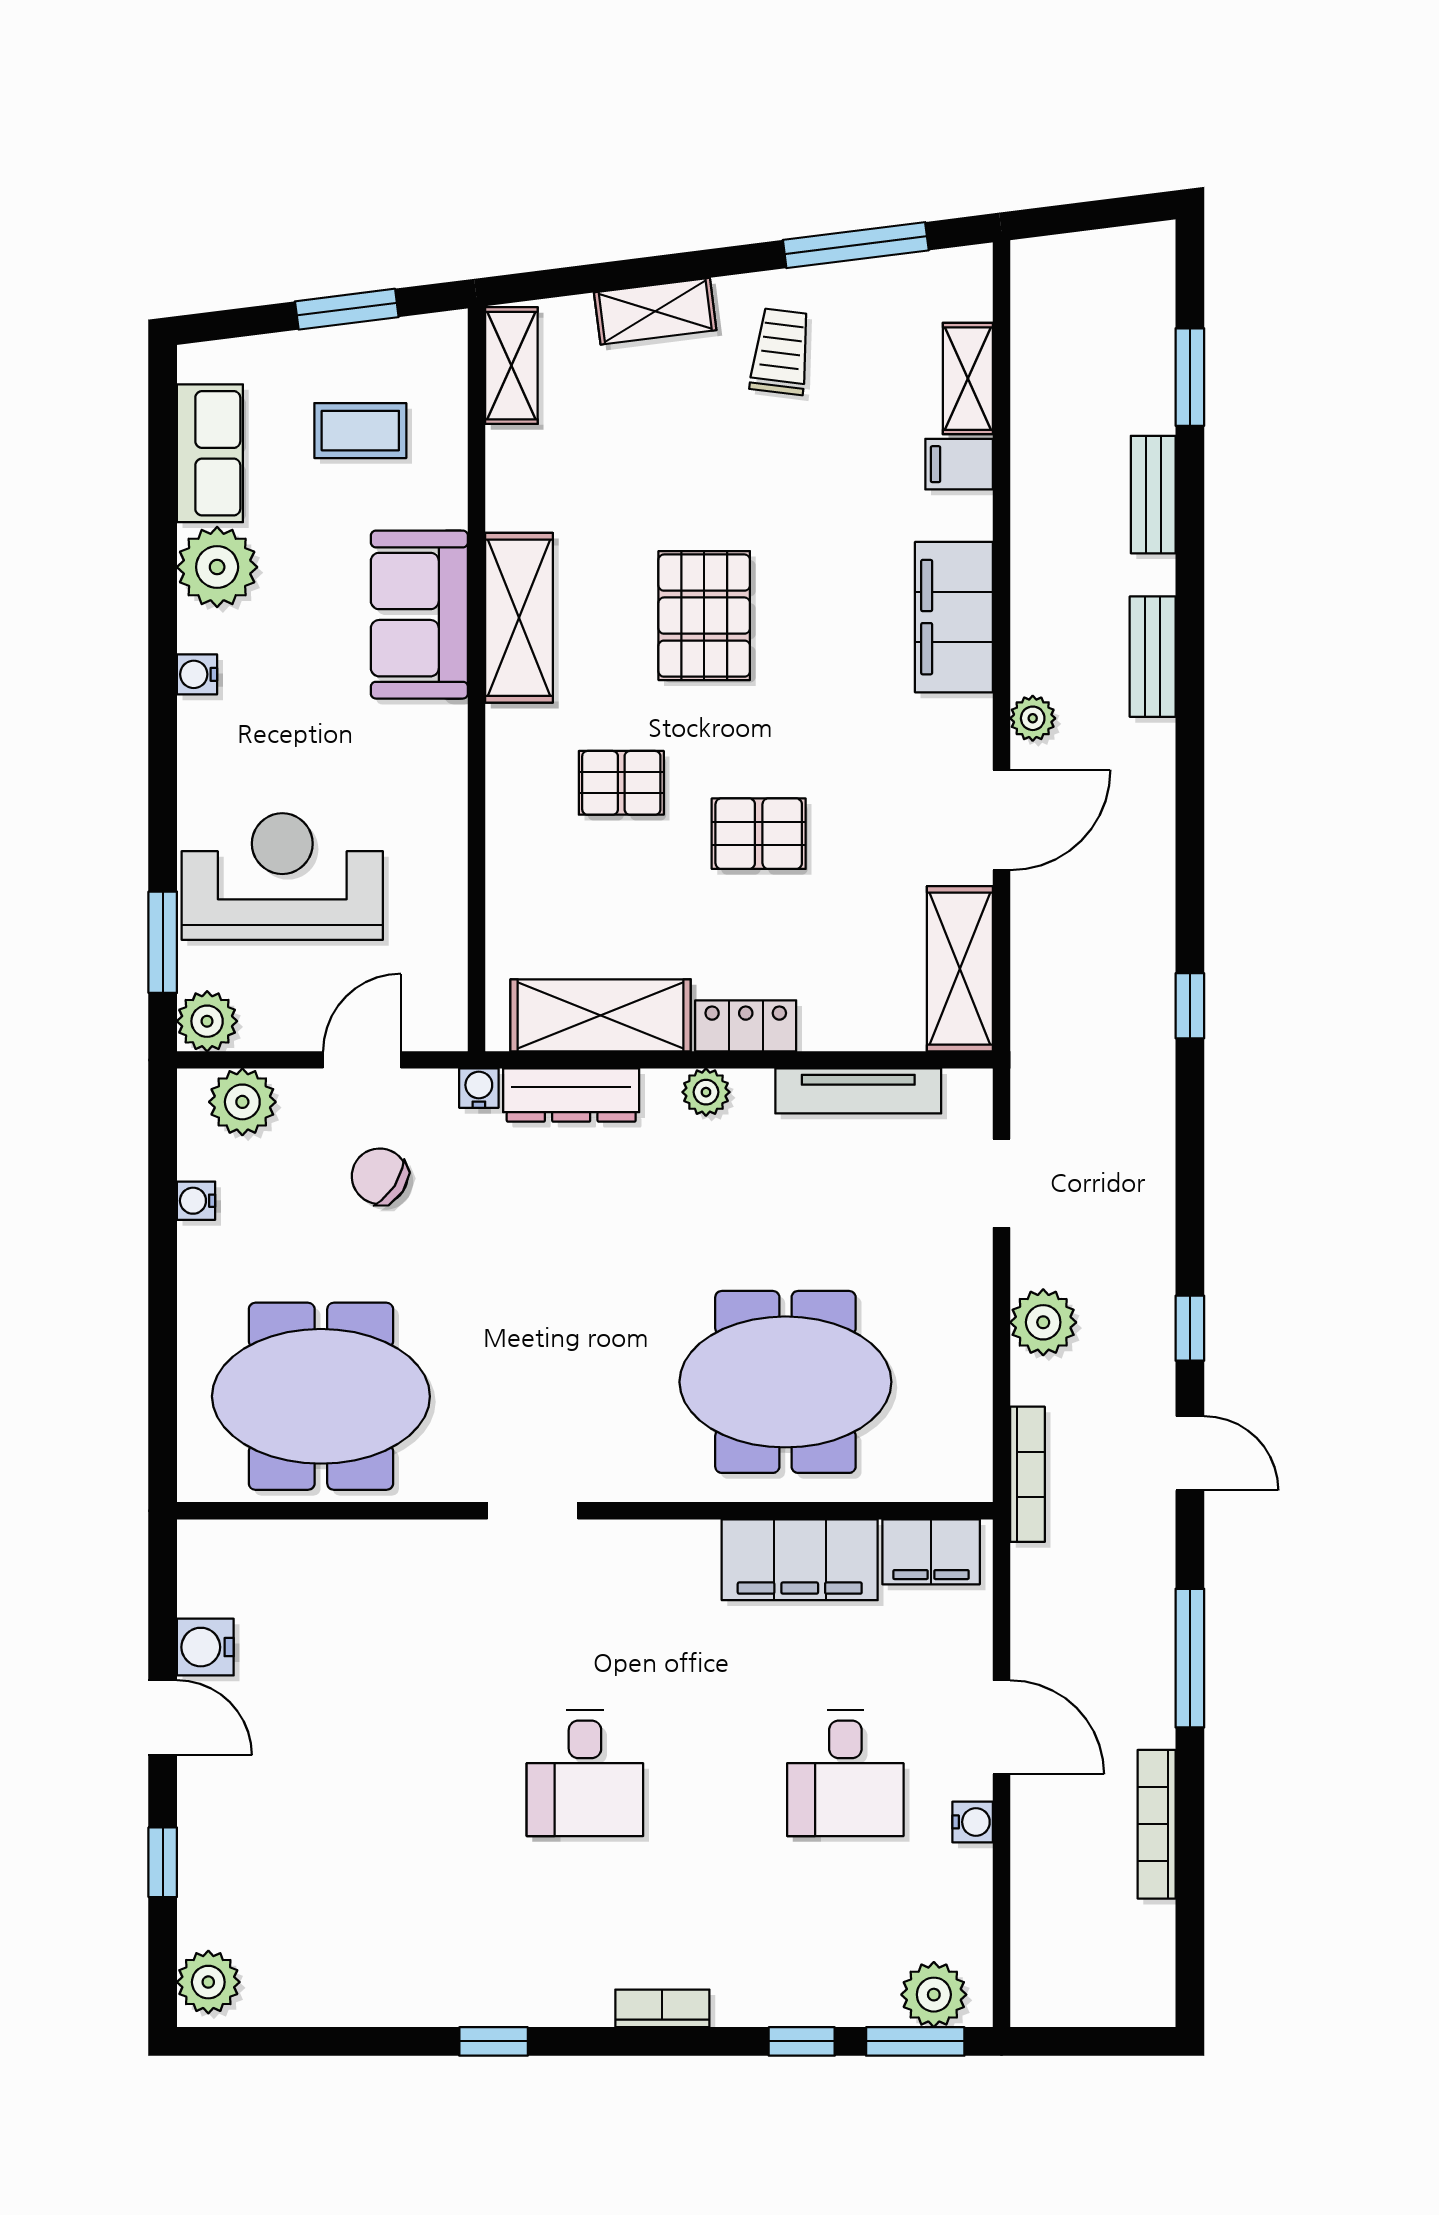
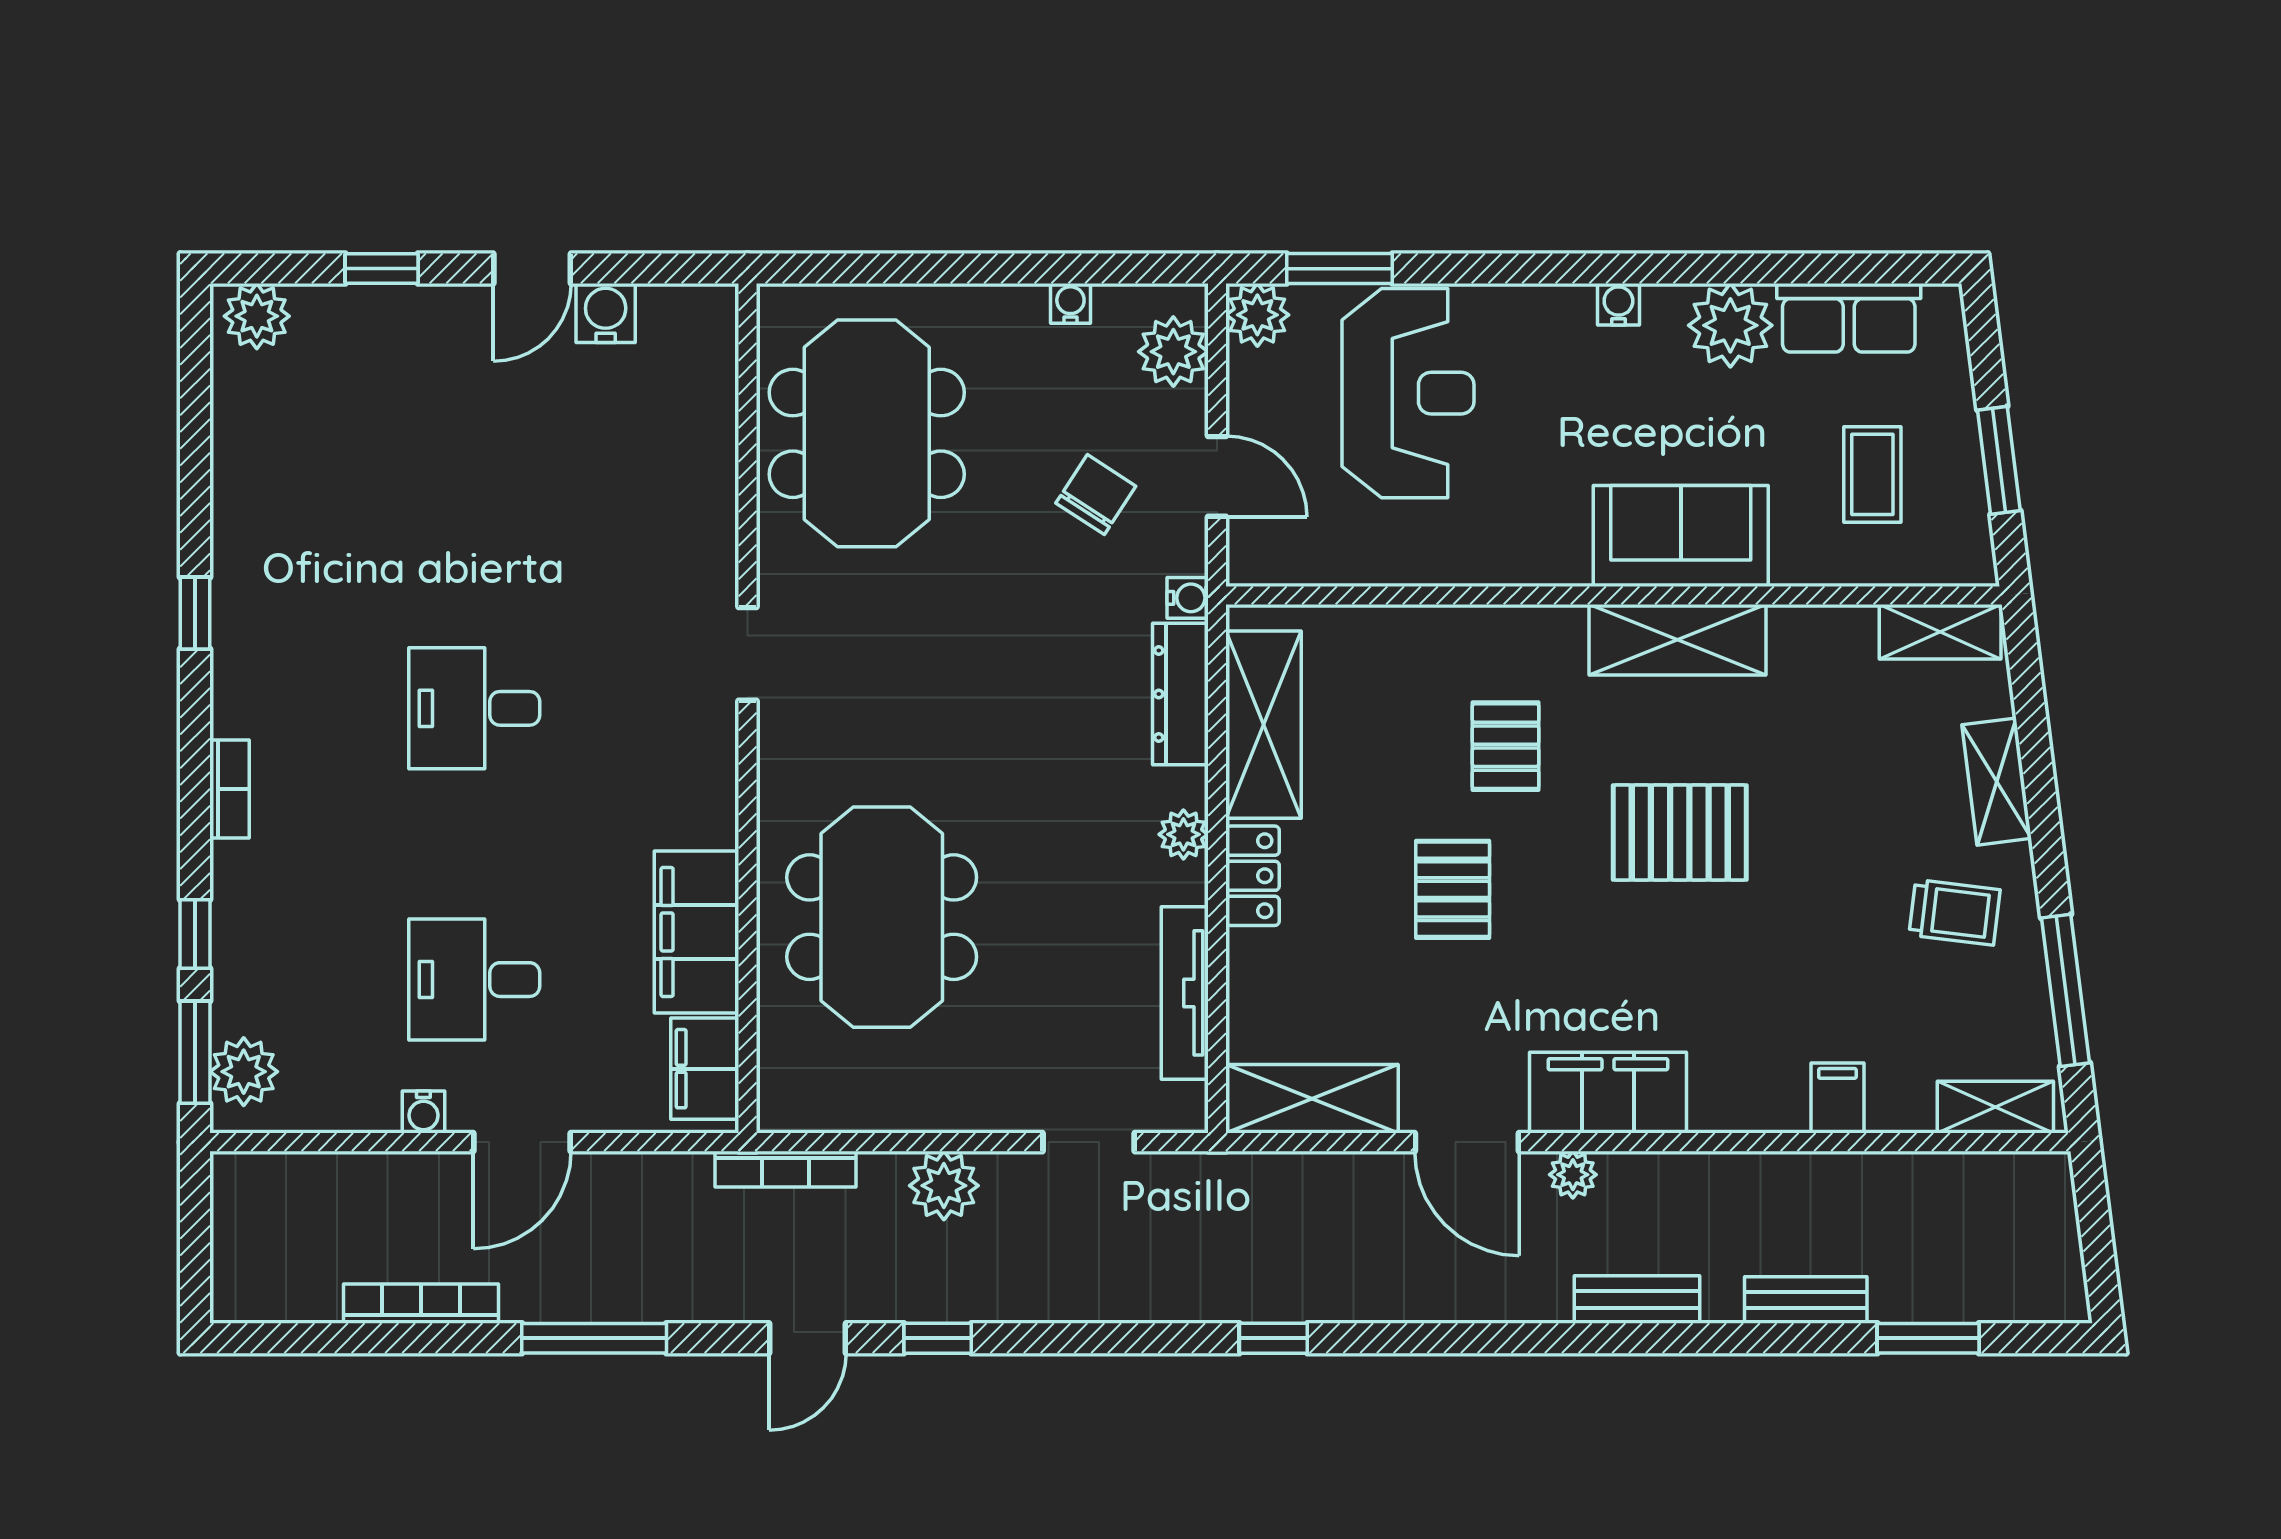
shelving: (968, 379) -> (1995, 1107), moved
filing cabinet: (954, 617) -> (1608, 1093), moved

